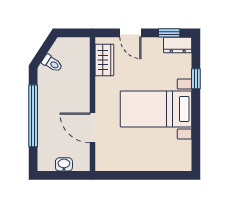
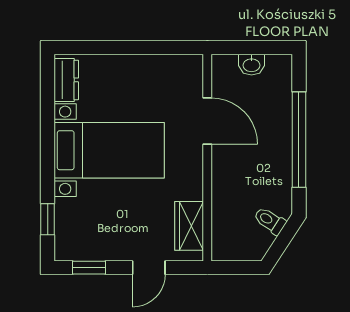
door: (130, 33) -> (149, 268), swing flipped
dresser: (178, 45) -> (66, 80), moved, turned 90
window: (196, 79) -> (48, 219), moved

